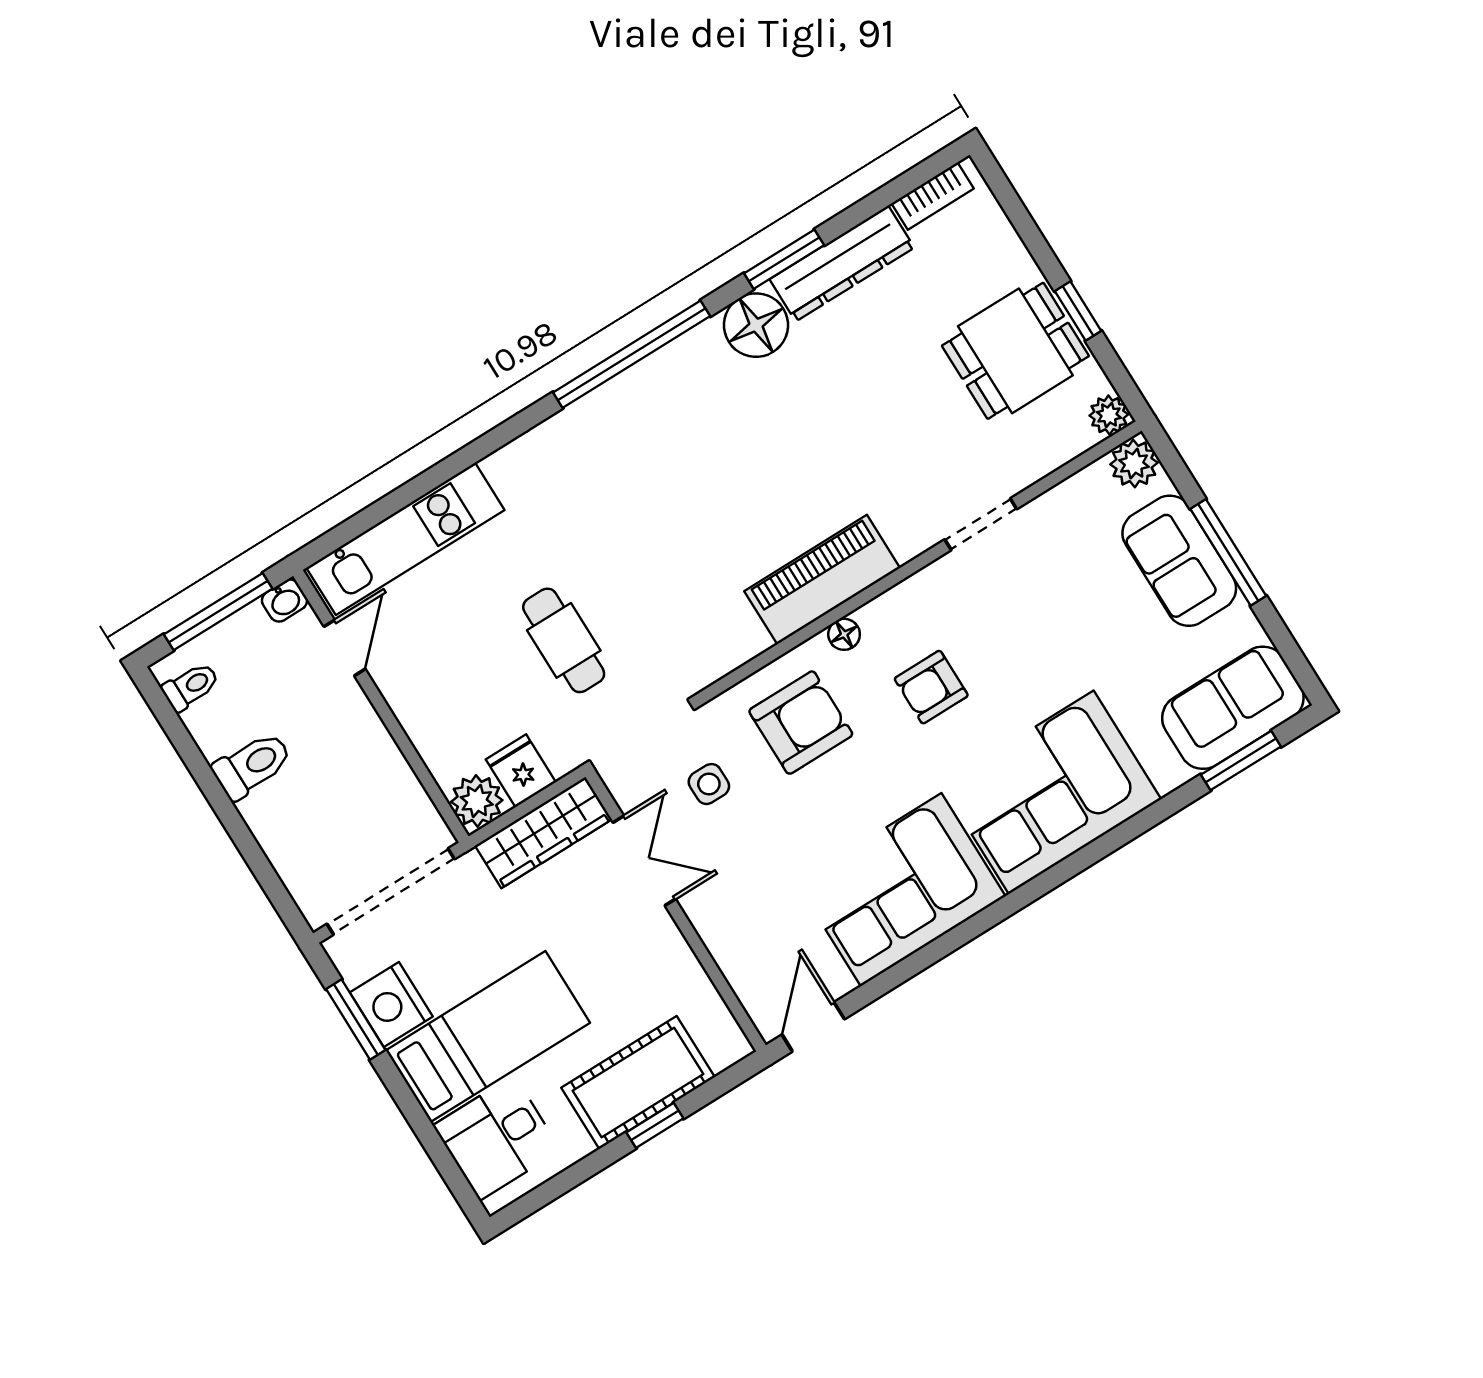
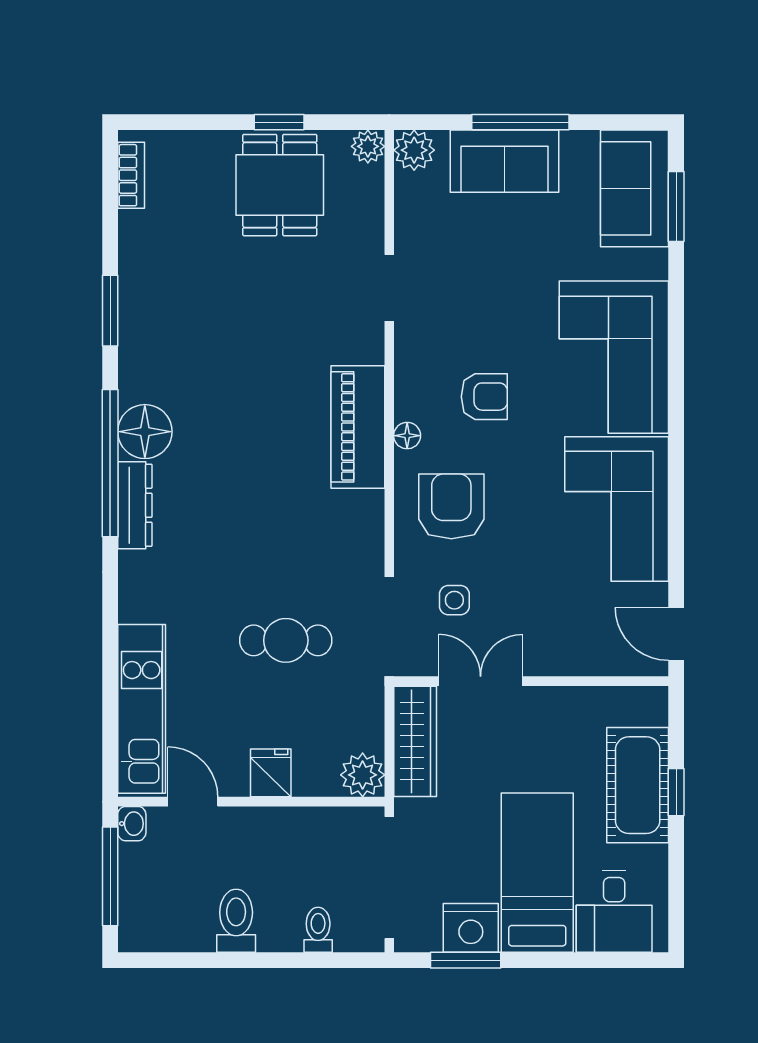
dresser: (842, 263) -> (135, 505), moved, width x0.73, depth x0.80
floor lamp: (756, 325) -> (145, 432), moved
toilet: (191, 686) -> (318, 930), moved
armchair: (931, 687) -> (484, 397), turned -90
fridge: (521, 771) -> (271, 773), moved, turned 90

